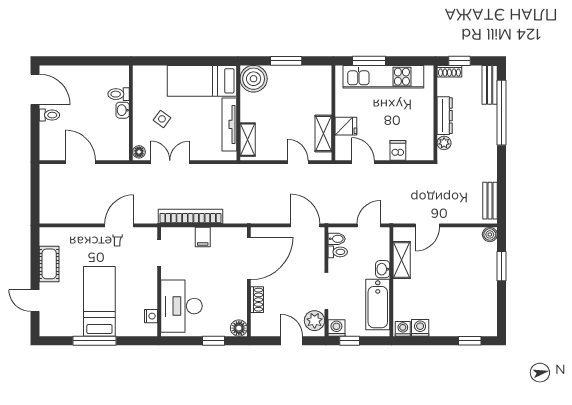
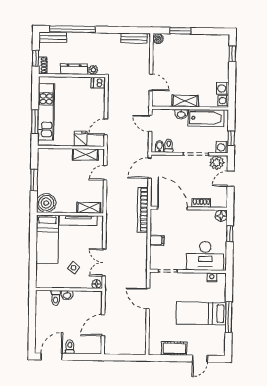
dishwasher: (398, 150) -> (98, 83), moved
bookcase: (191, 216) -> (143, 210), moved
shelving: (402, 260) -> (185, 101), moved

